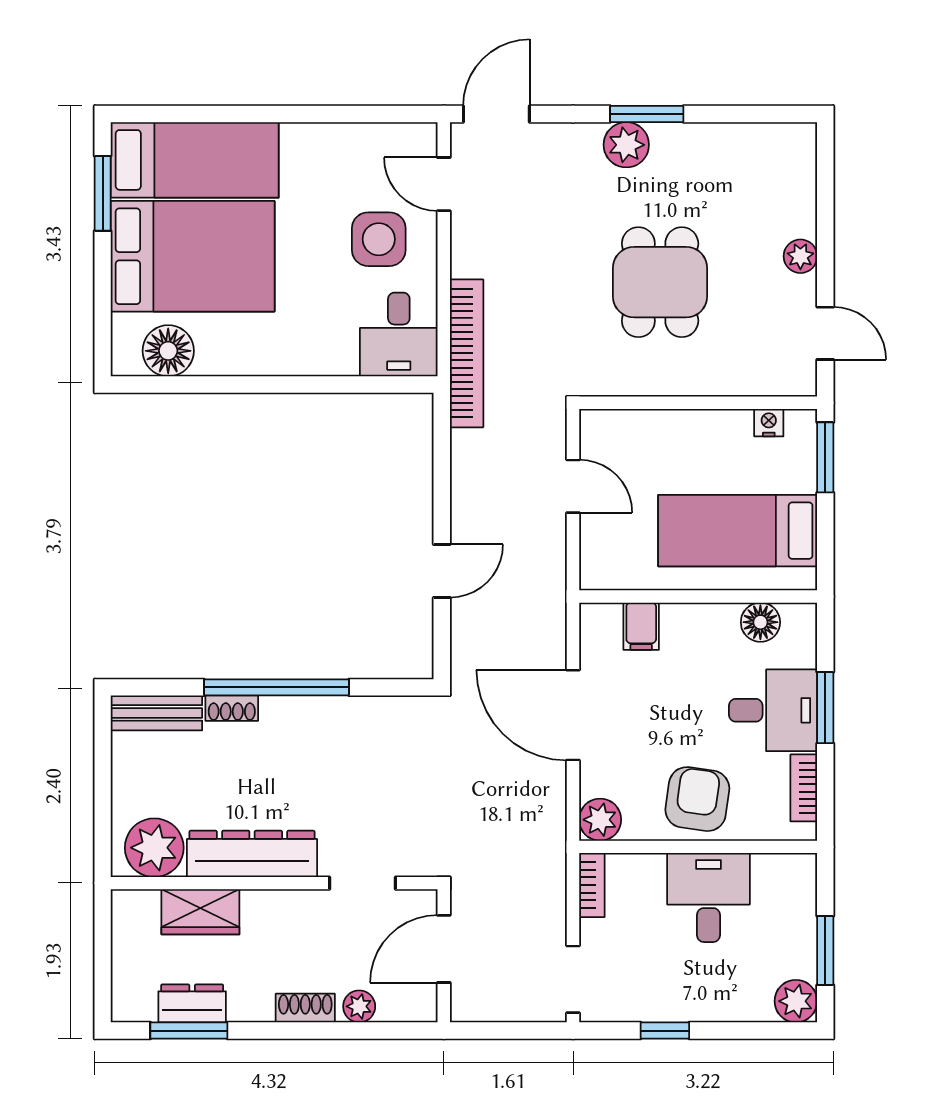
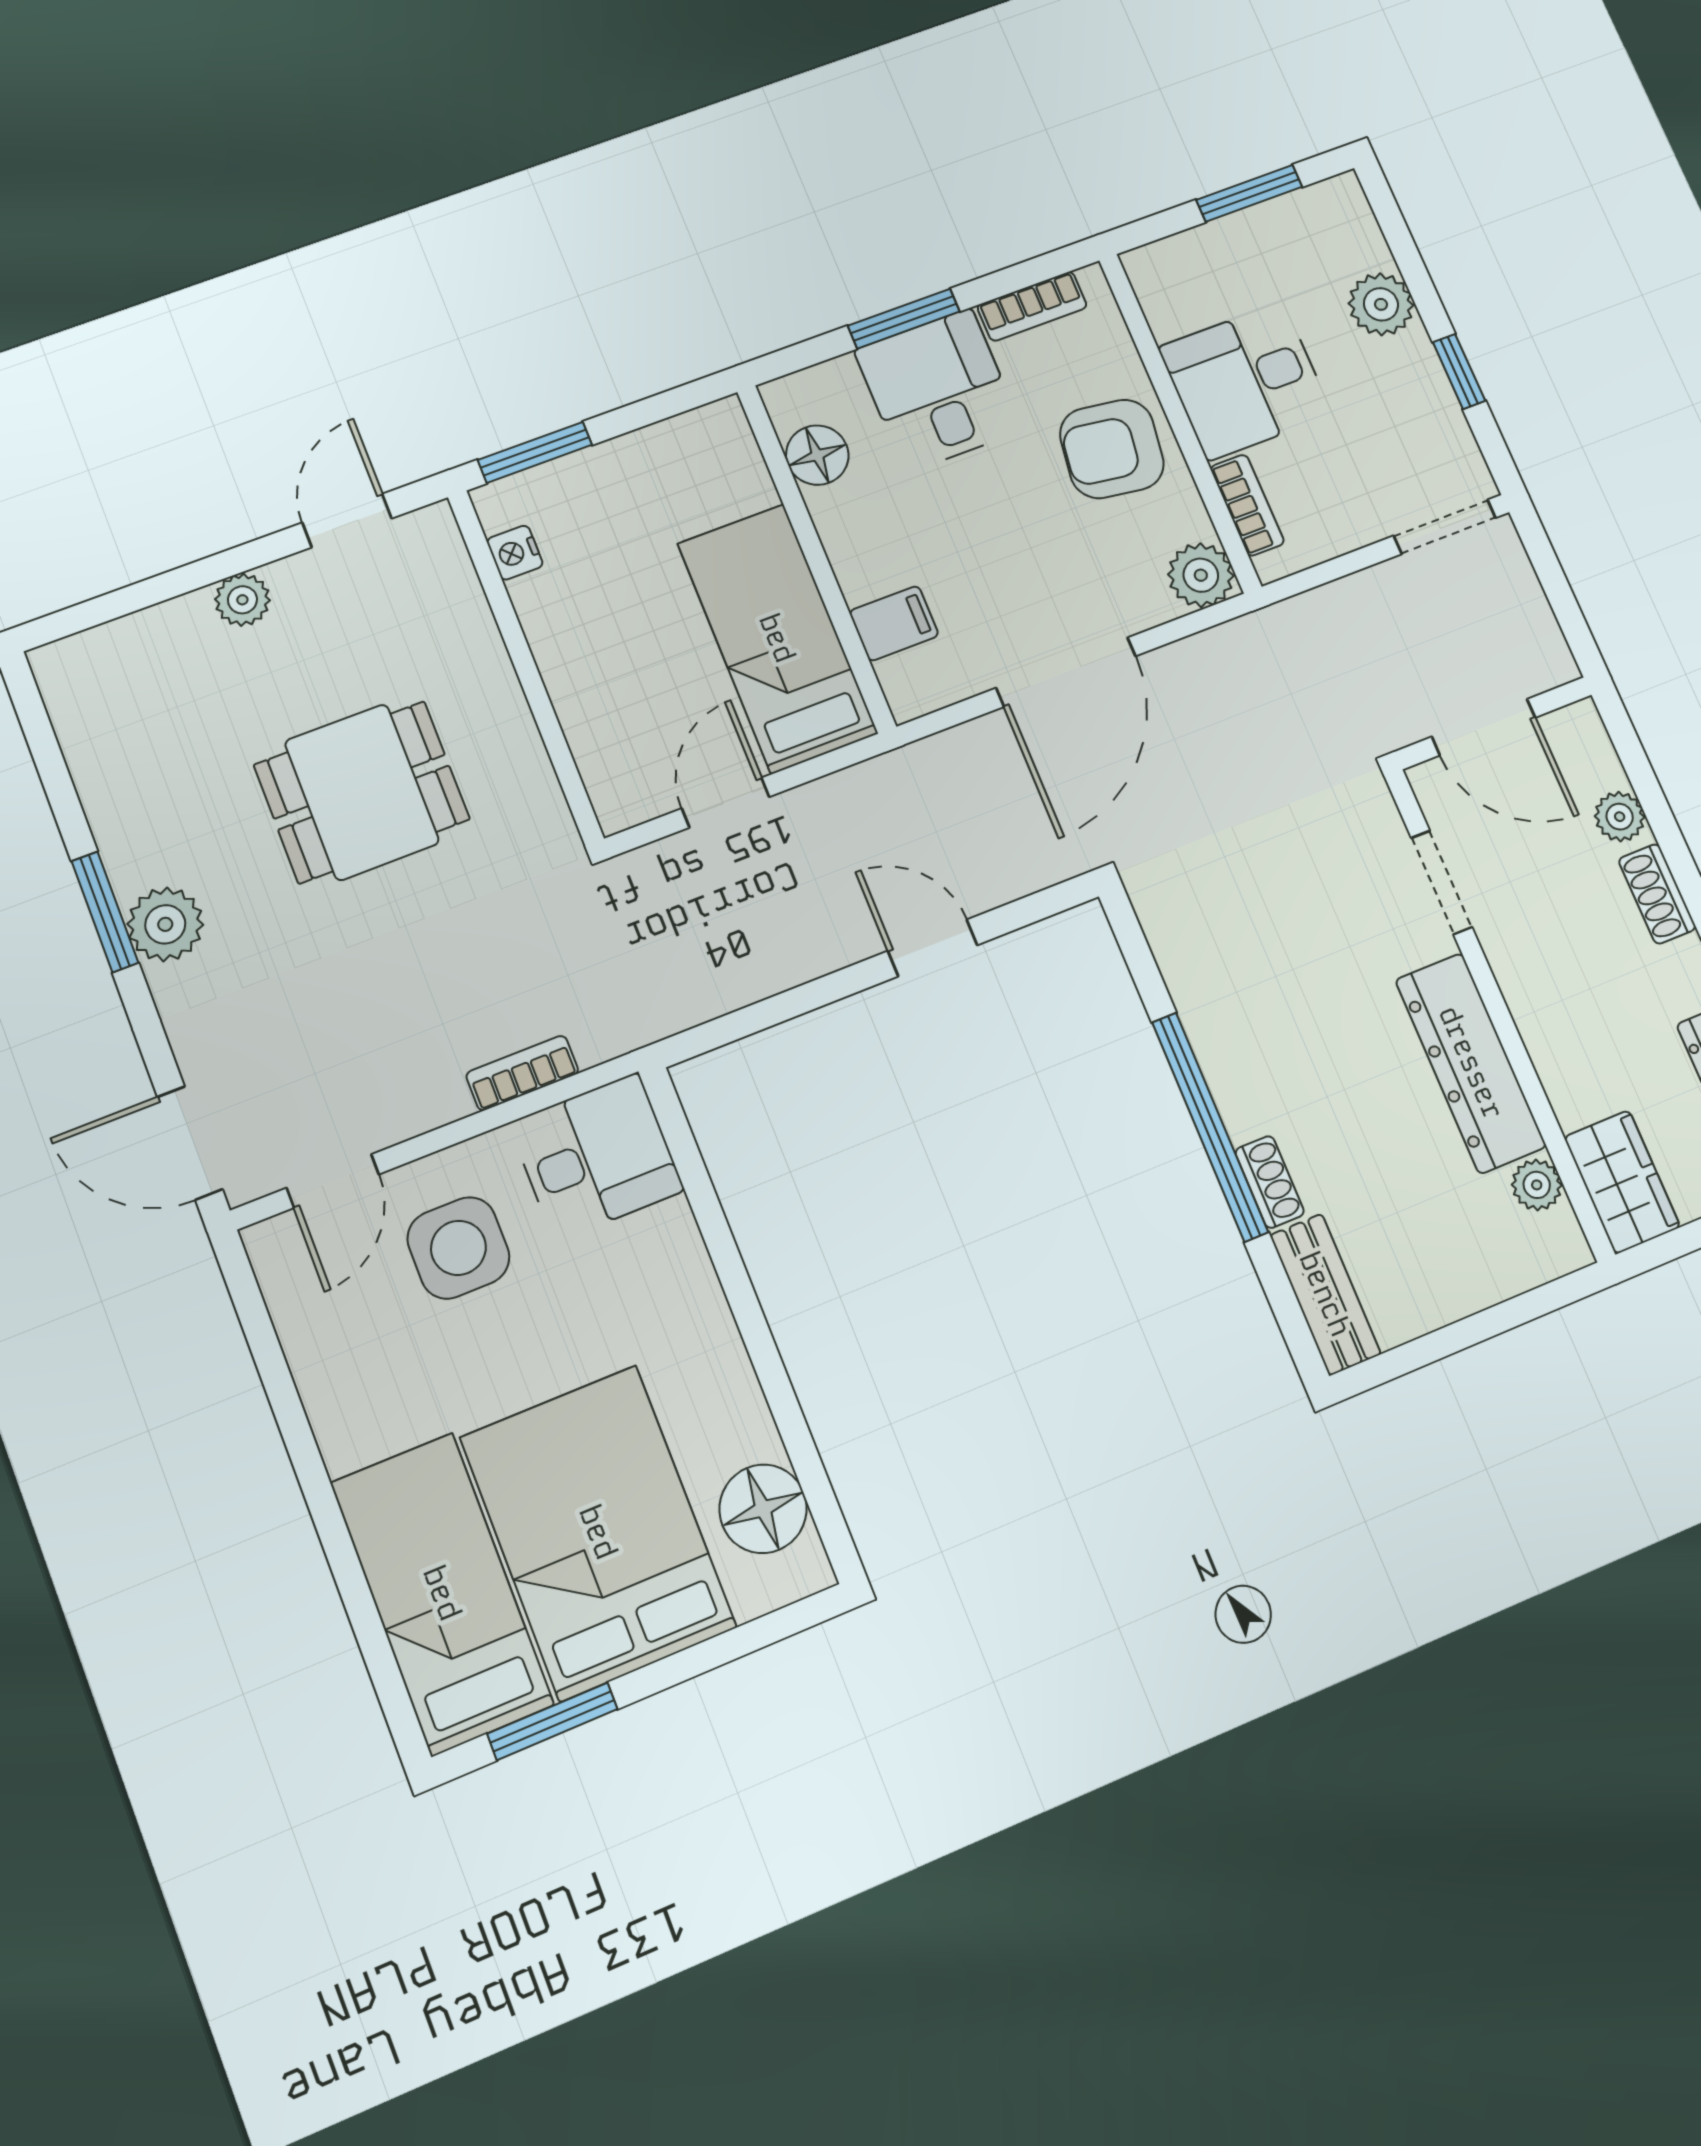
bookcase: (467, 353) -> (522, 1073), width x0.43, depth x0.76
bed: (738, 531) -> (777, 638), moved, turned 180
plant: (154, 848) -> (1537, 1185), width x0.53, depth x0.53
bookcase: (592, 885) -> (1247, 505), moved, turned 90
wardrobe: (200, 912) -> (1622, 1182), moved
plant: (796, 1001) -> (1381, 304), moved

